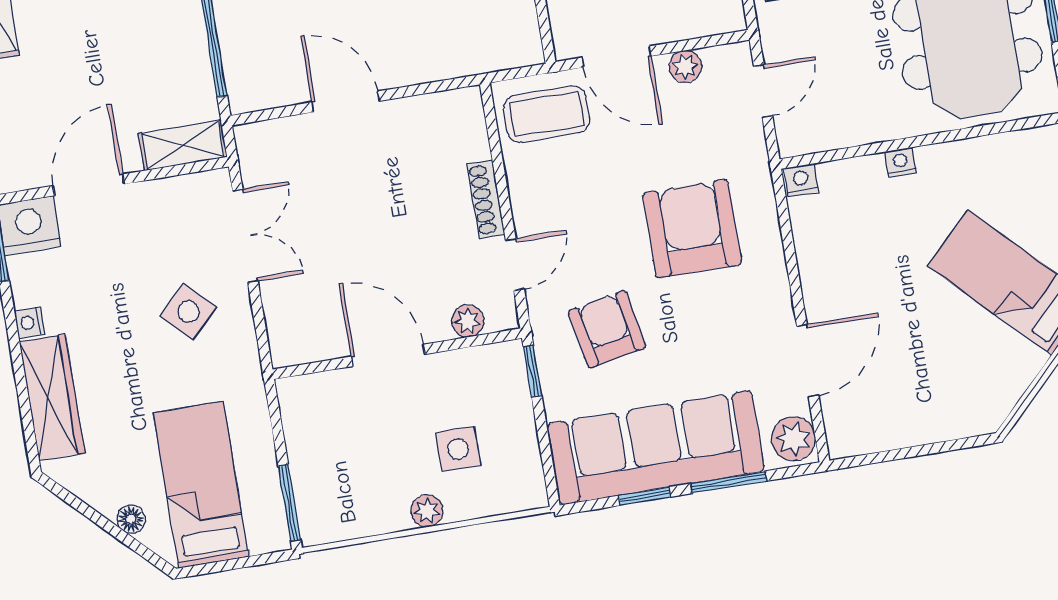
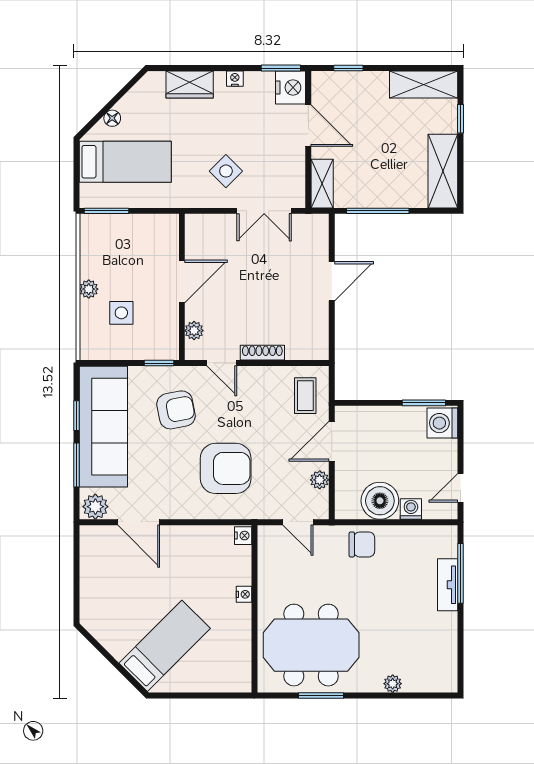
coffee table: (547, 114) -> (305, 396), width x0.73, depth x0.77
wardrobe: (52, 397) -> (190, 84), width x0.67

